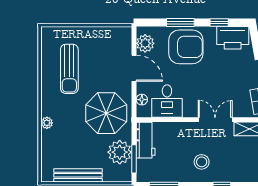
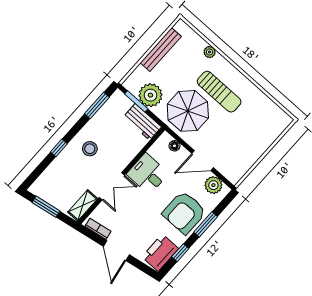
sun lounger: (69, 69) -> (219, 92), moved, turned 180
desk: (167, 101) -> (148, 174), moved
plant: (47, 123) -> (210, 52), moved

